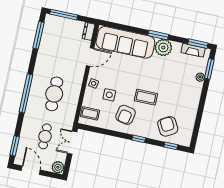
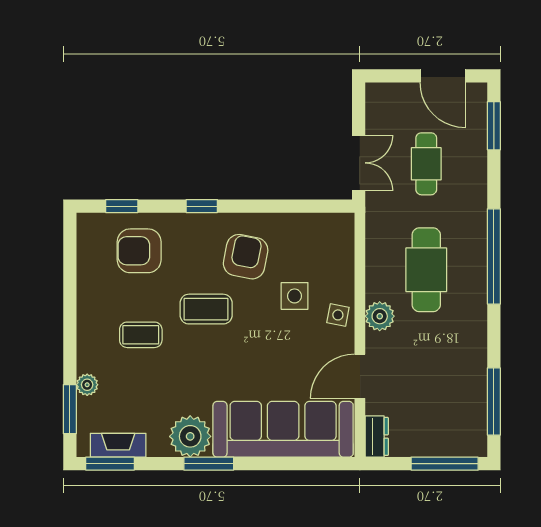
coffee table: (90, 113) -> (141, 335), moved
armchair: (168, 126) -> (139, 251), turned 119
plant: (58, 167) -> (380, 316), moved

